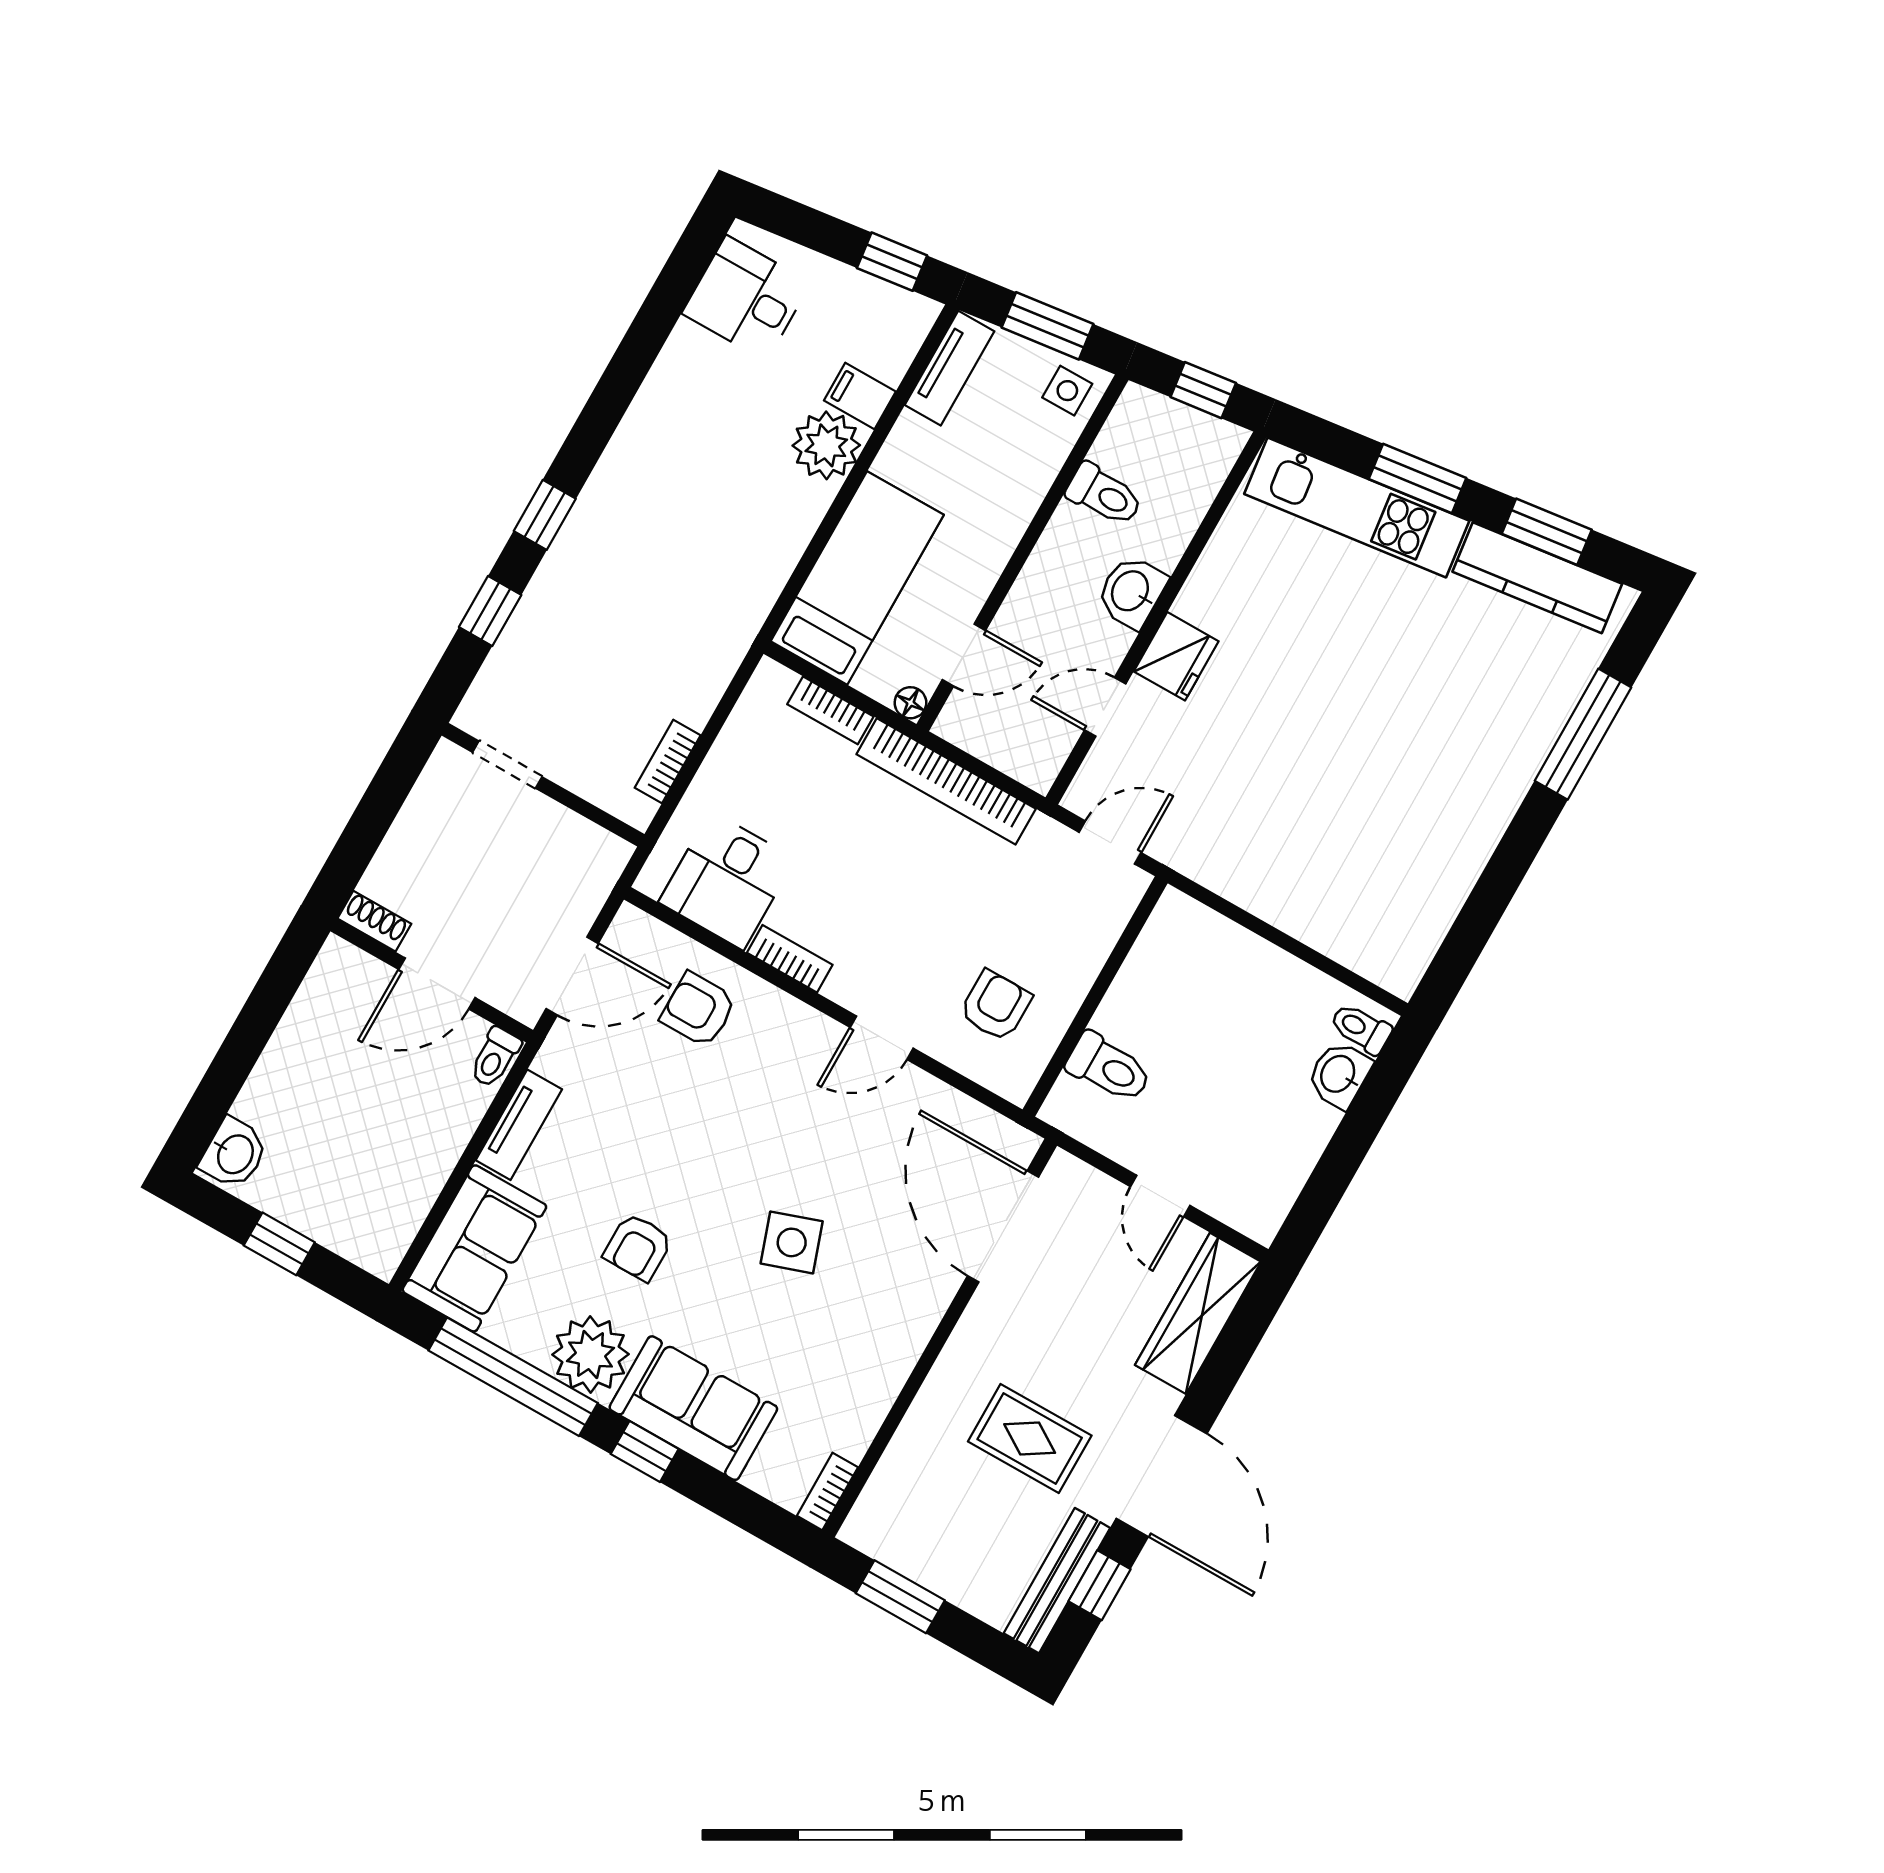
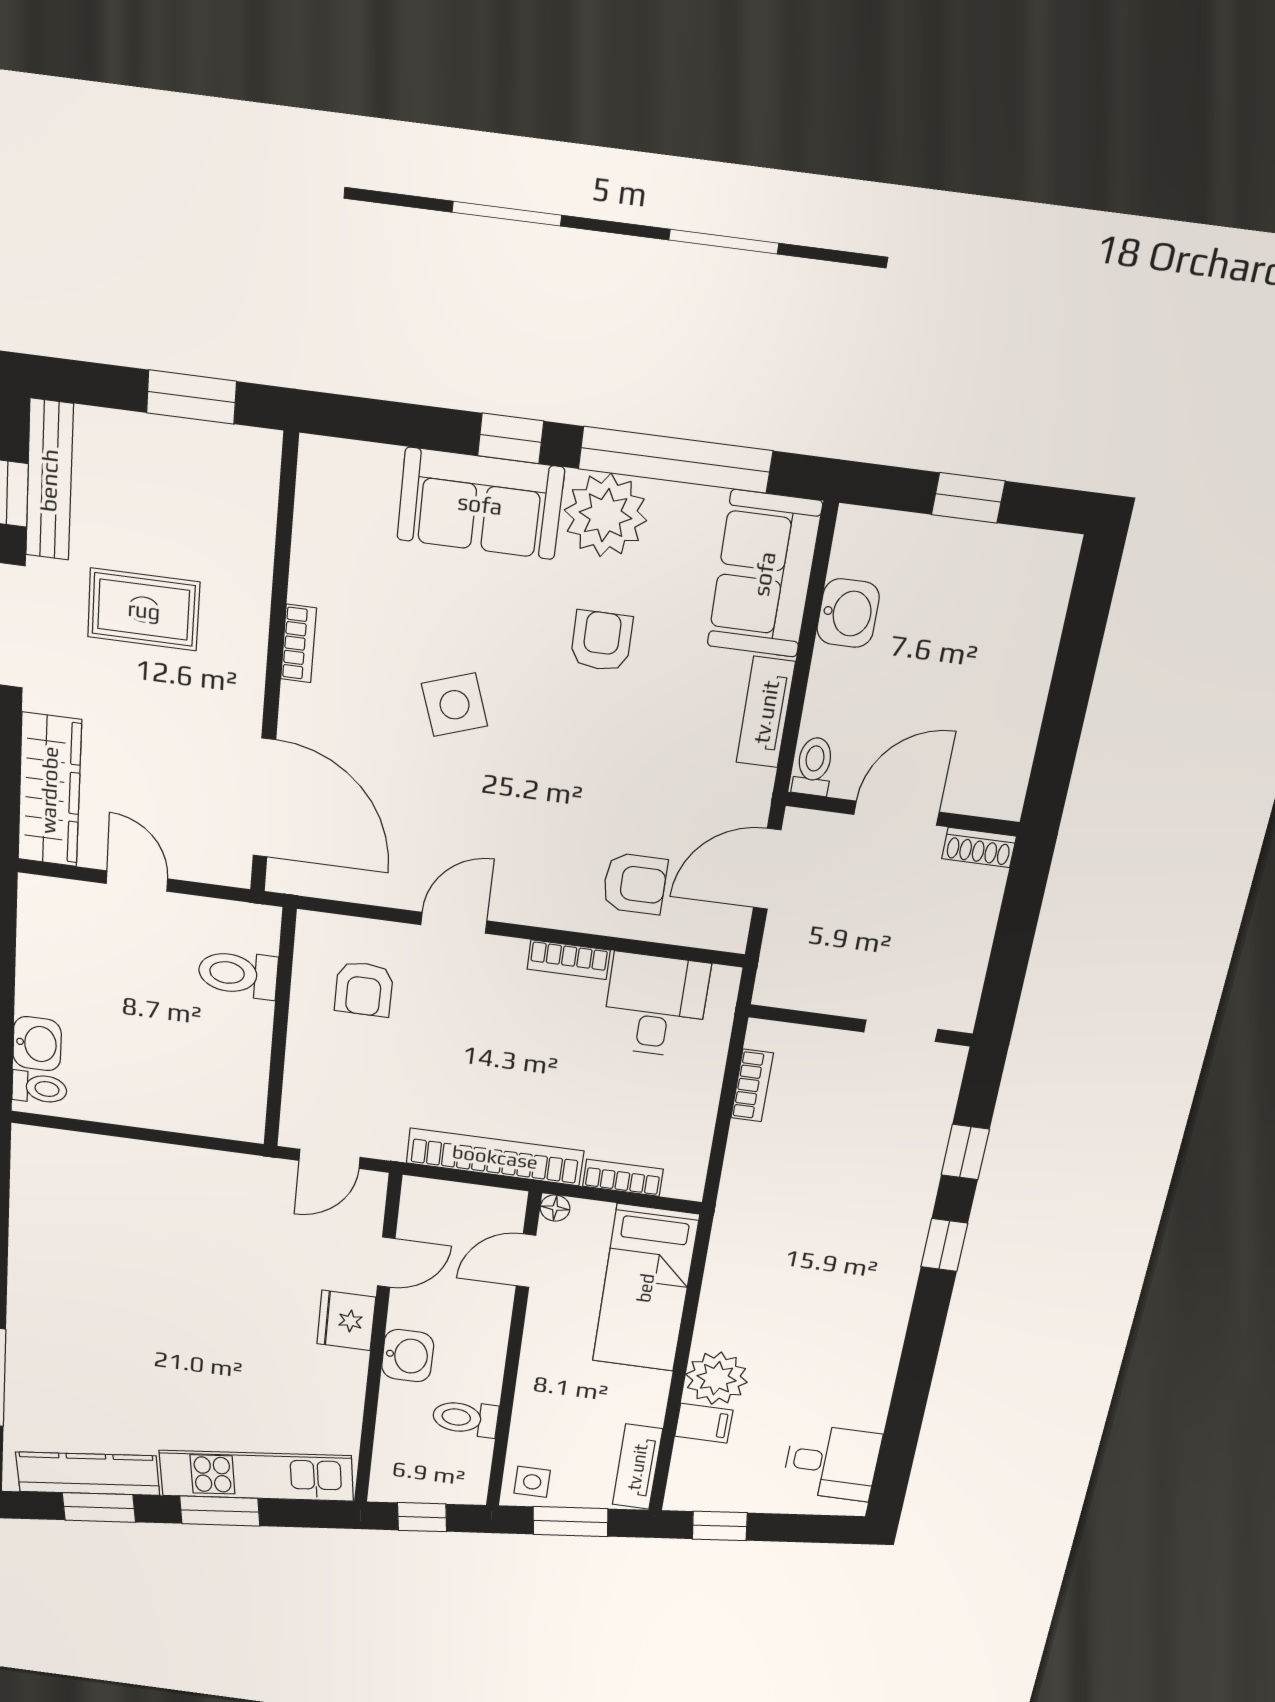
washbasin: (234, 1154) -> (848, 613), moved, turned 180
bookcase: (827, 1491) -> (299, 644), moved

